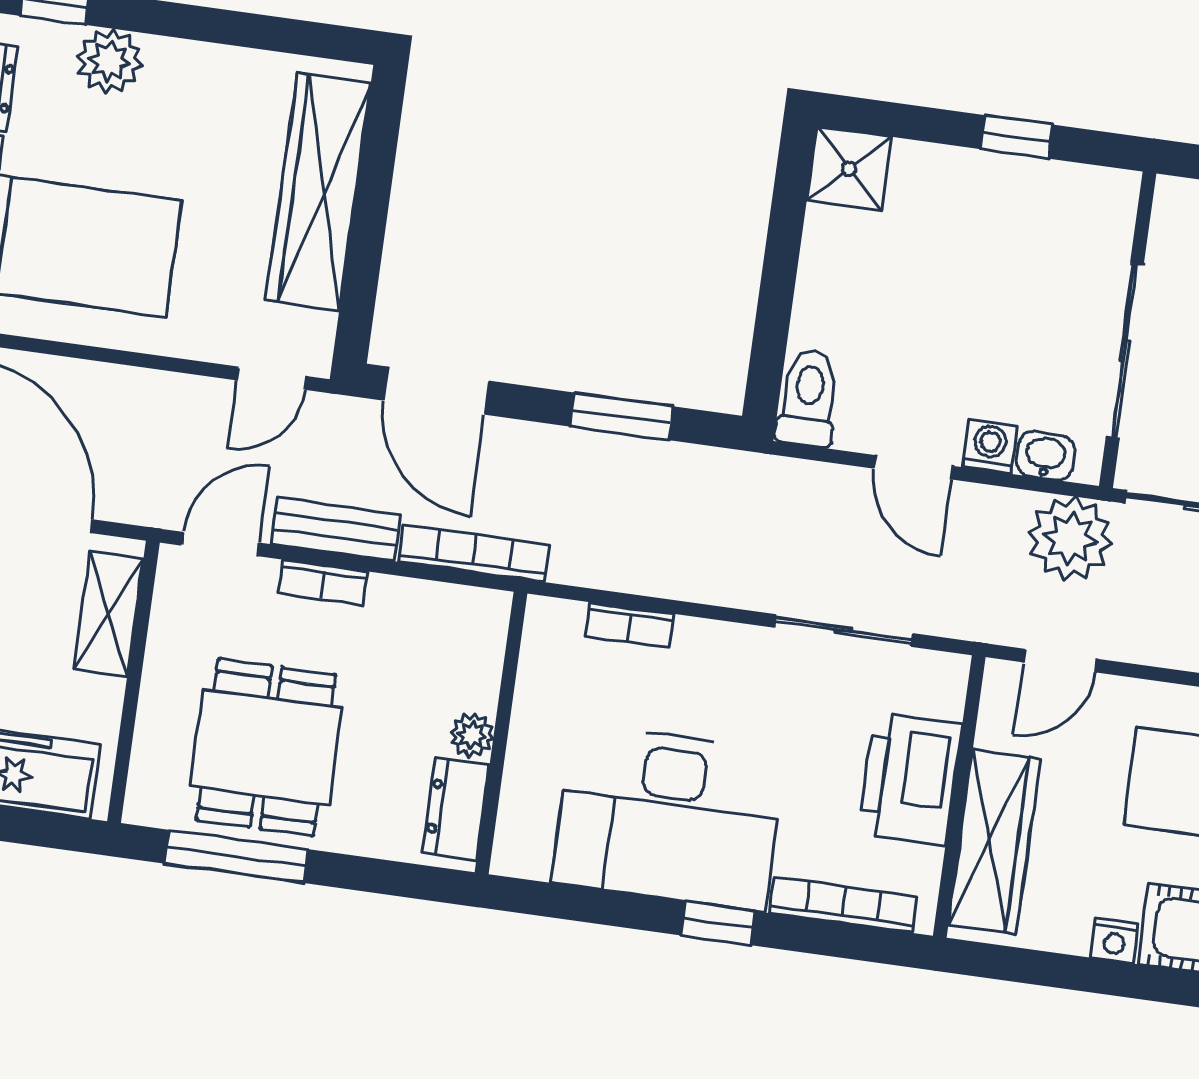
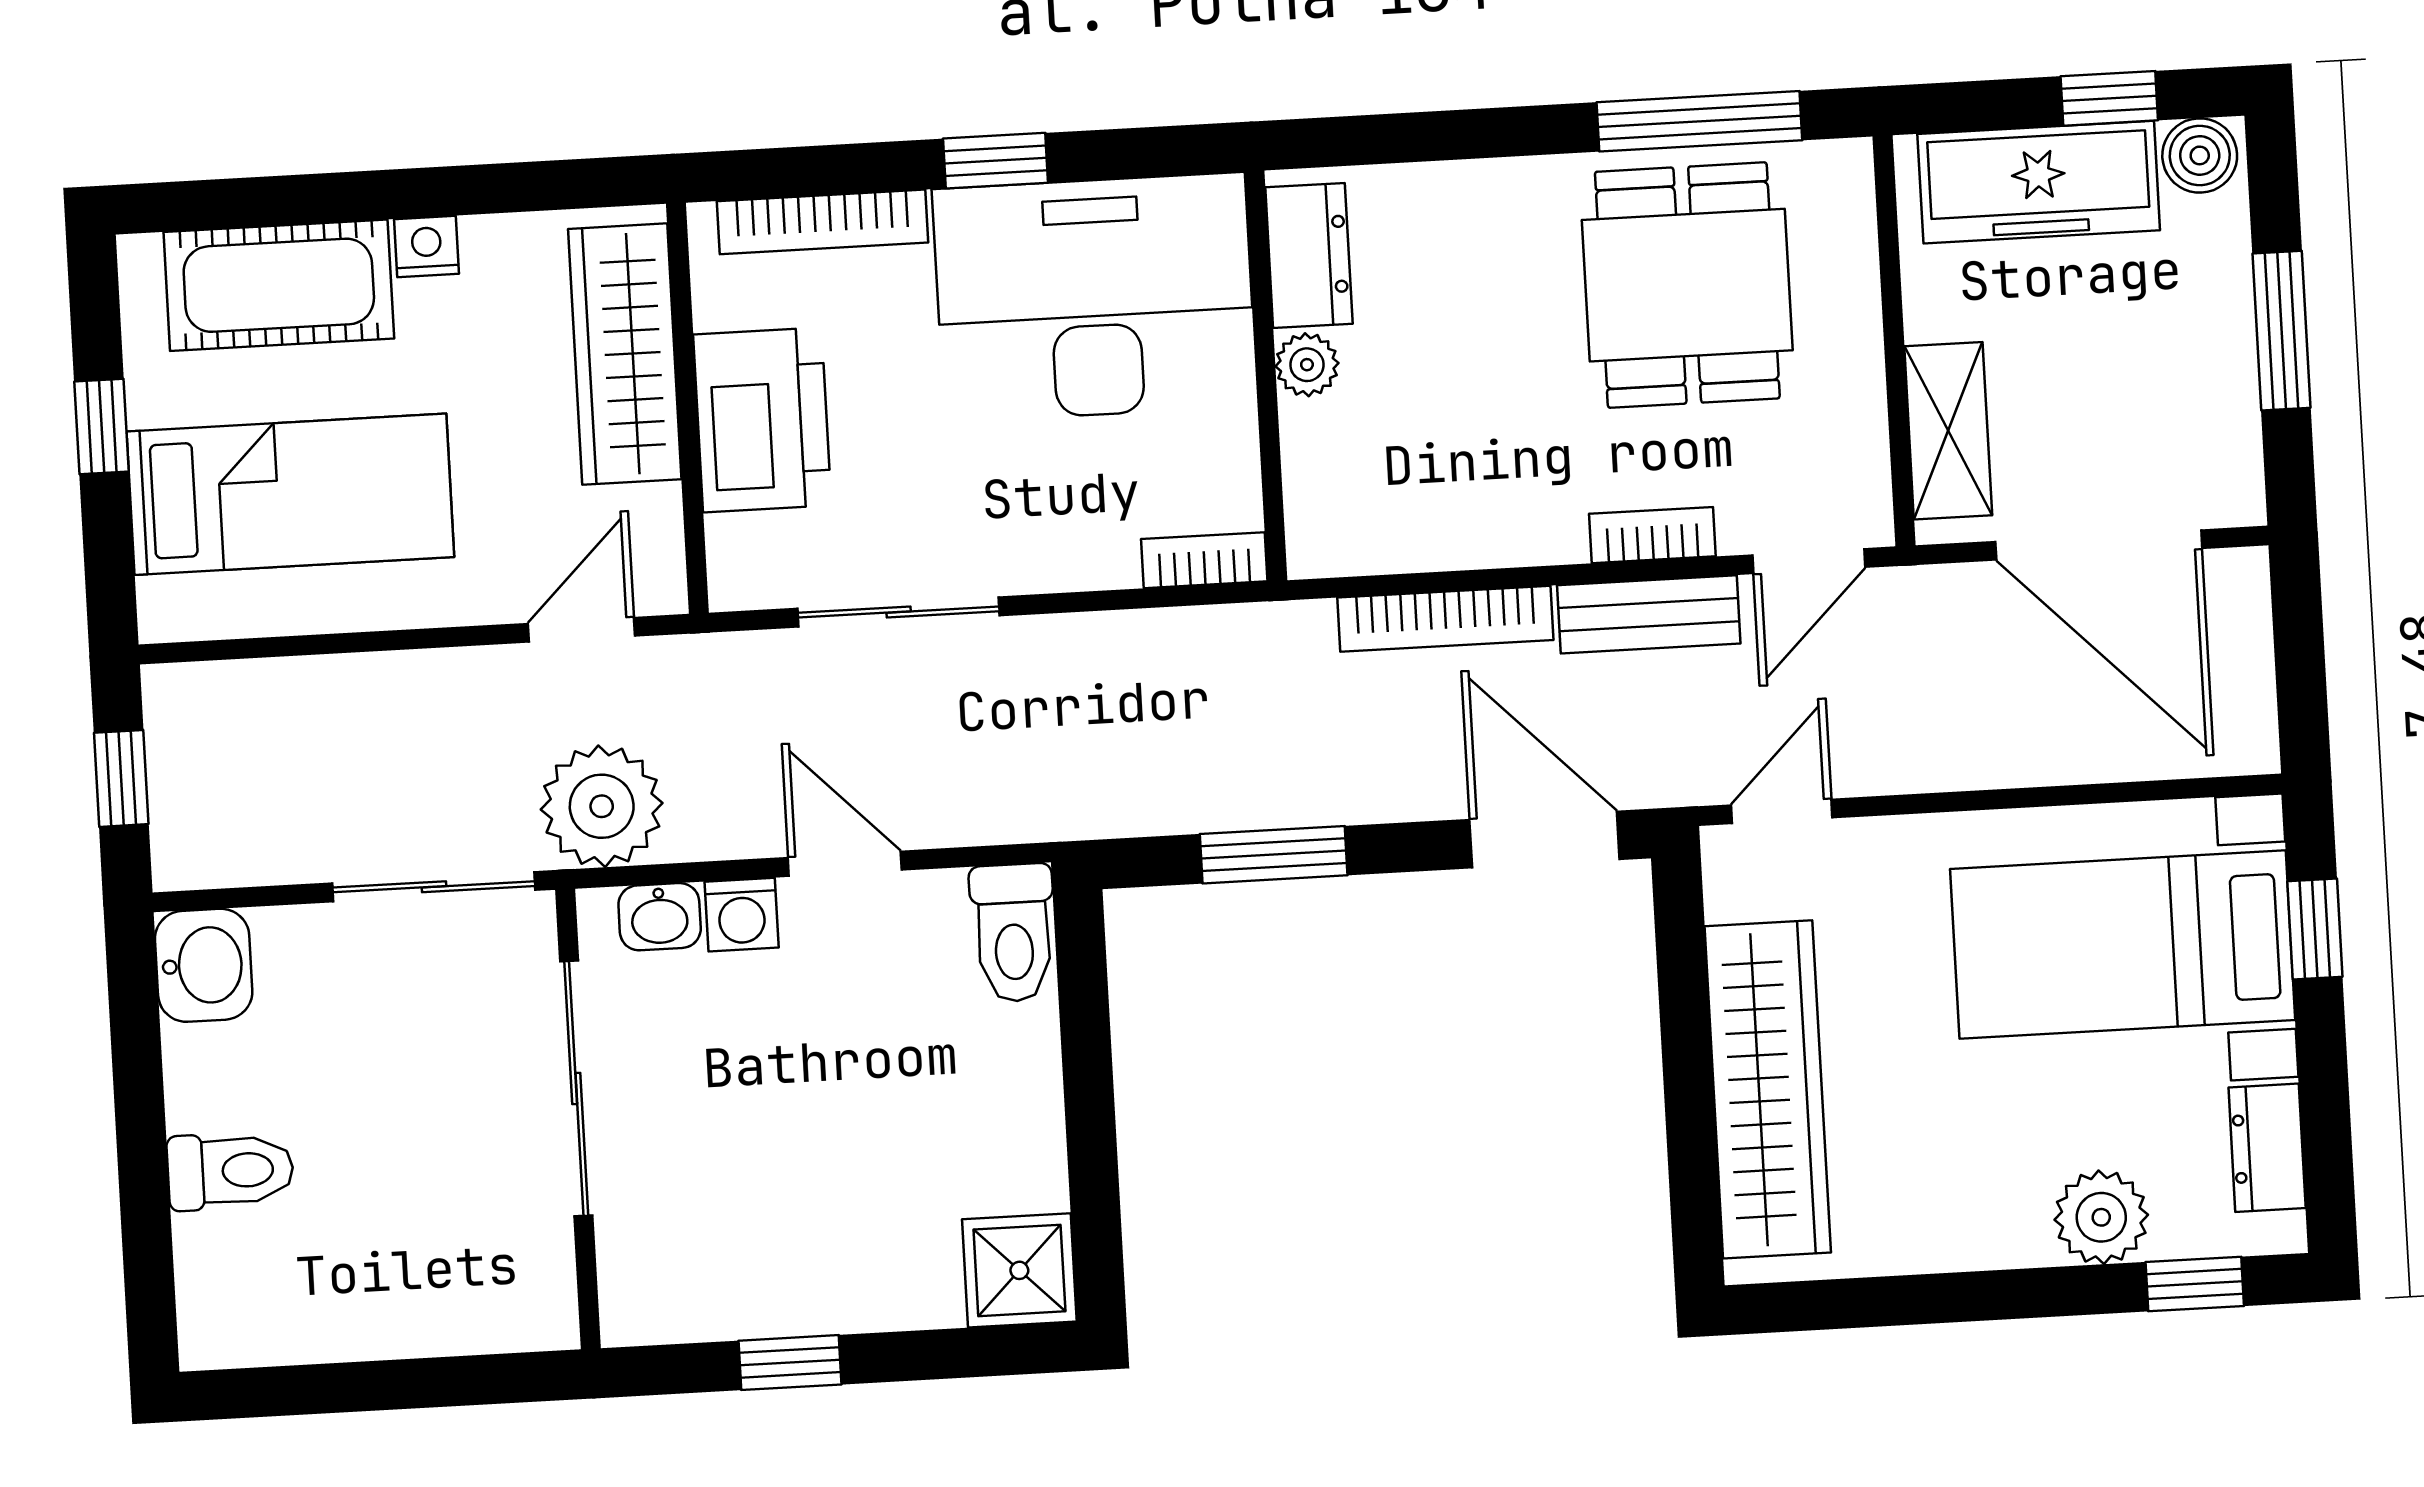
wall: (501, 733) -> (1266, 376), moved
plant: (472, 735) -> (1307, 365), moved
dresser: (456, 809) -> (1309, 256), moved

